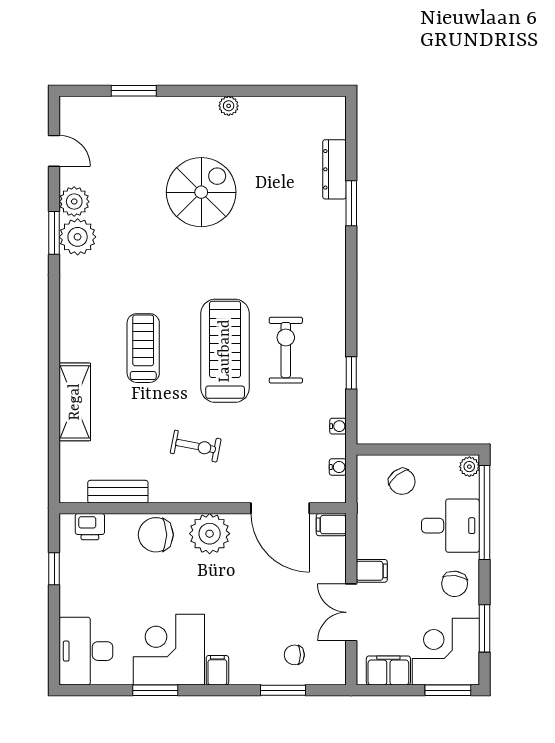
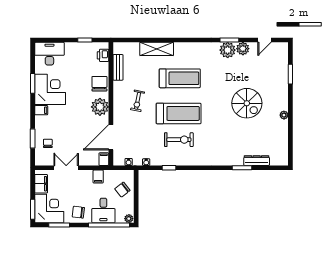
treadmill: (143, 348) -> (180, 78), width x1.37, depth x1.38
filing cabinet: (372, 571) -> (98, 177), moved

